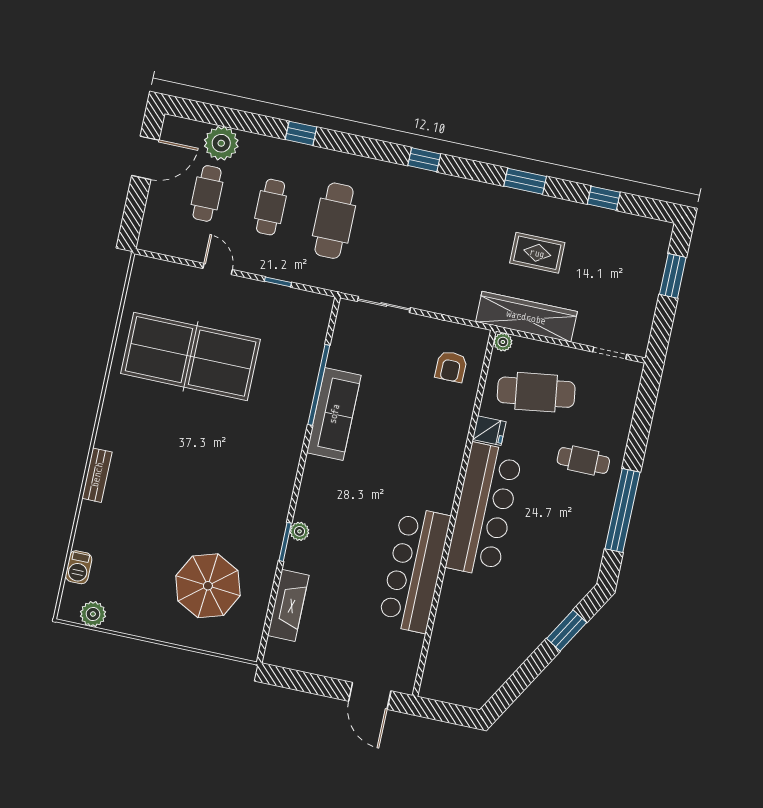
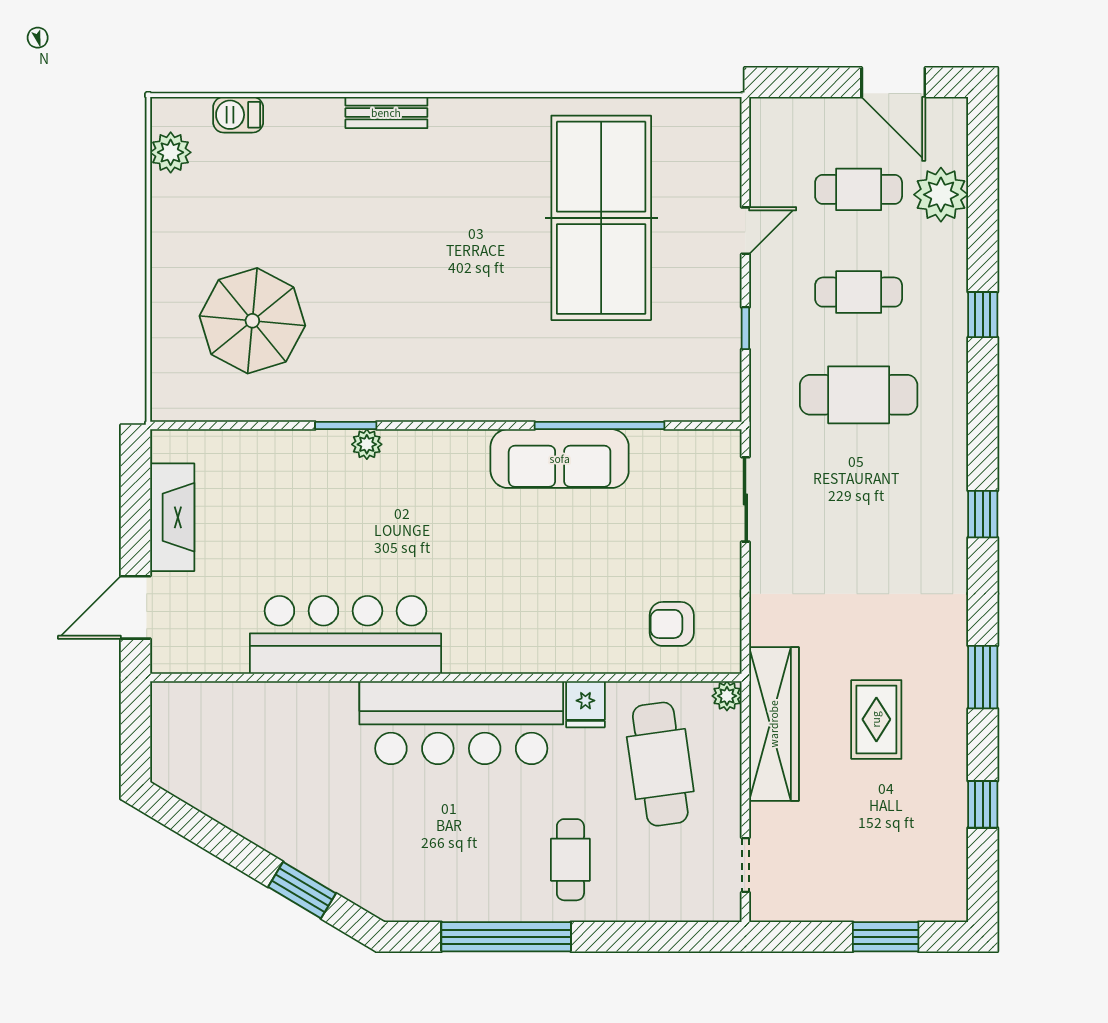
fireplace: (288, 605) -> (172, 517), moved, turned -90

